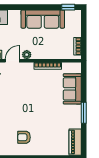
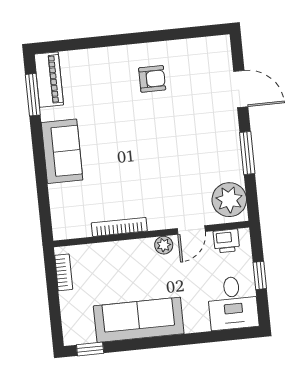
sofa: (72, 89) -> (62, 151), moved
window: (84, 113) -> (33, 95), moved

